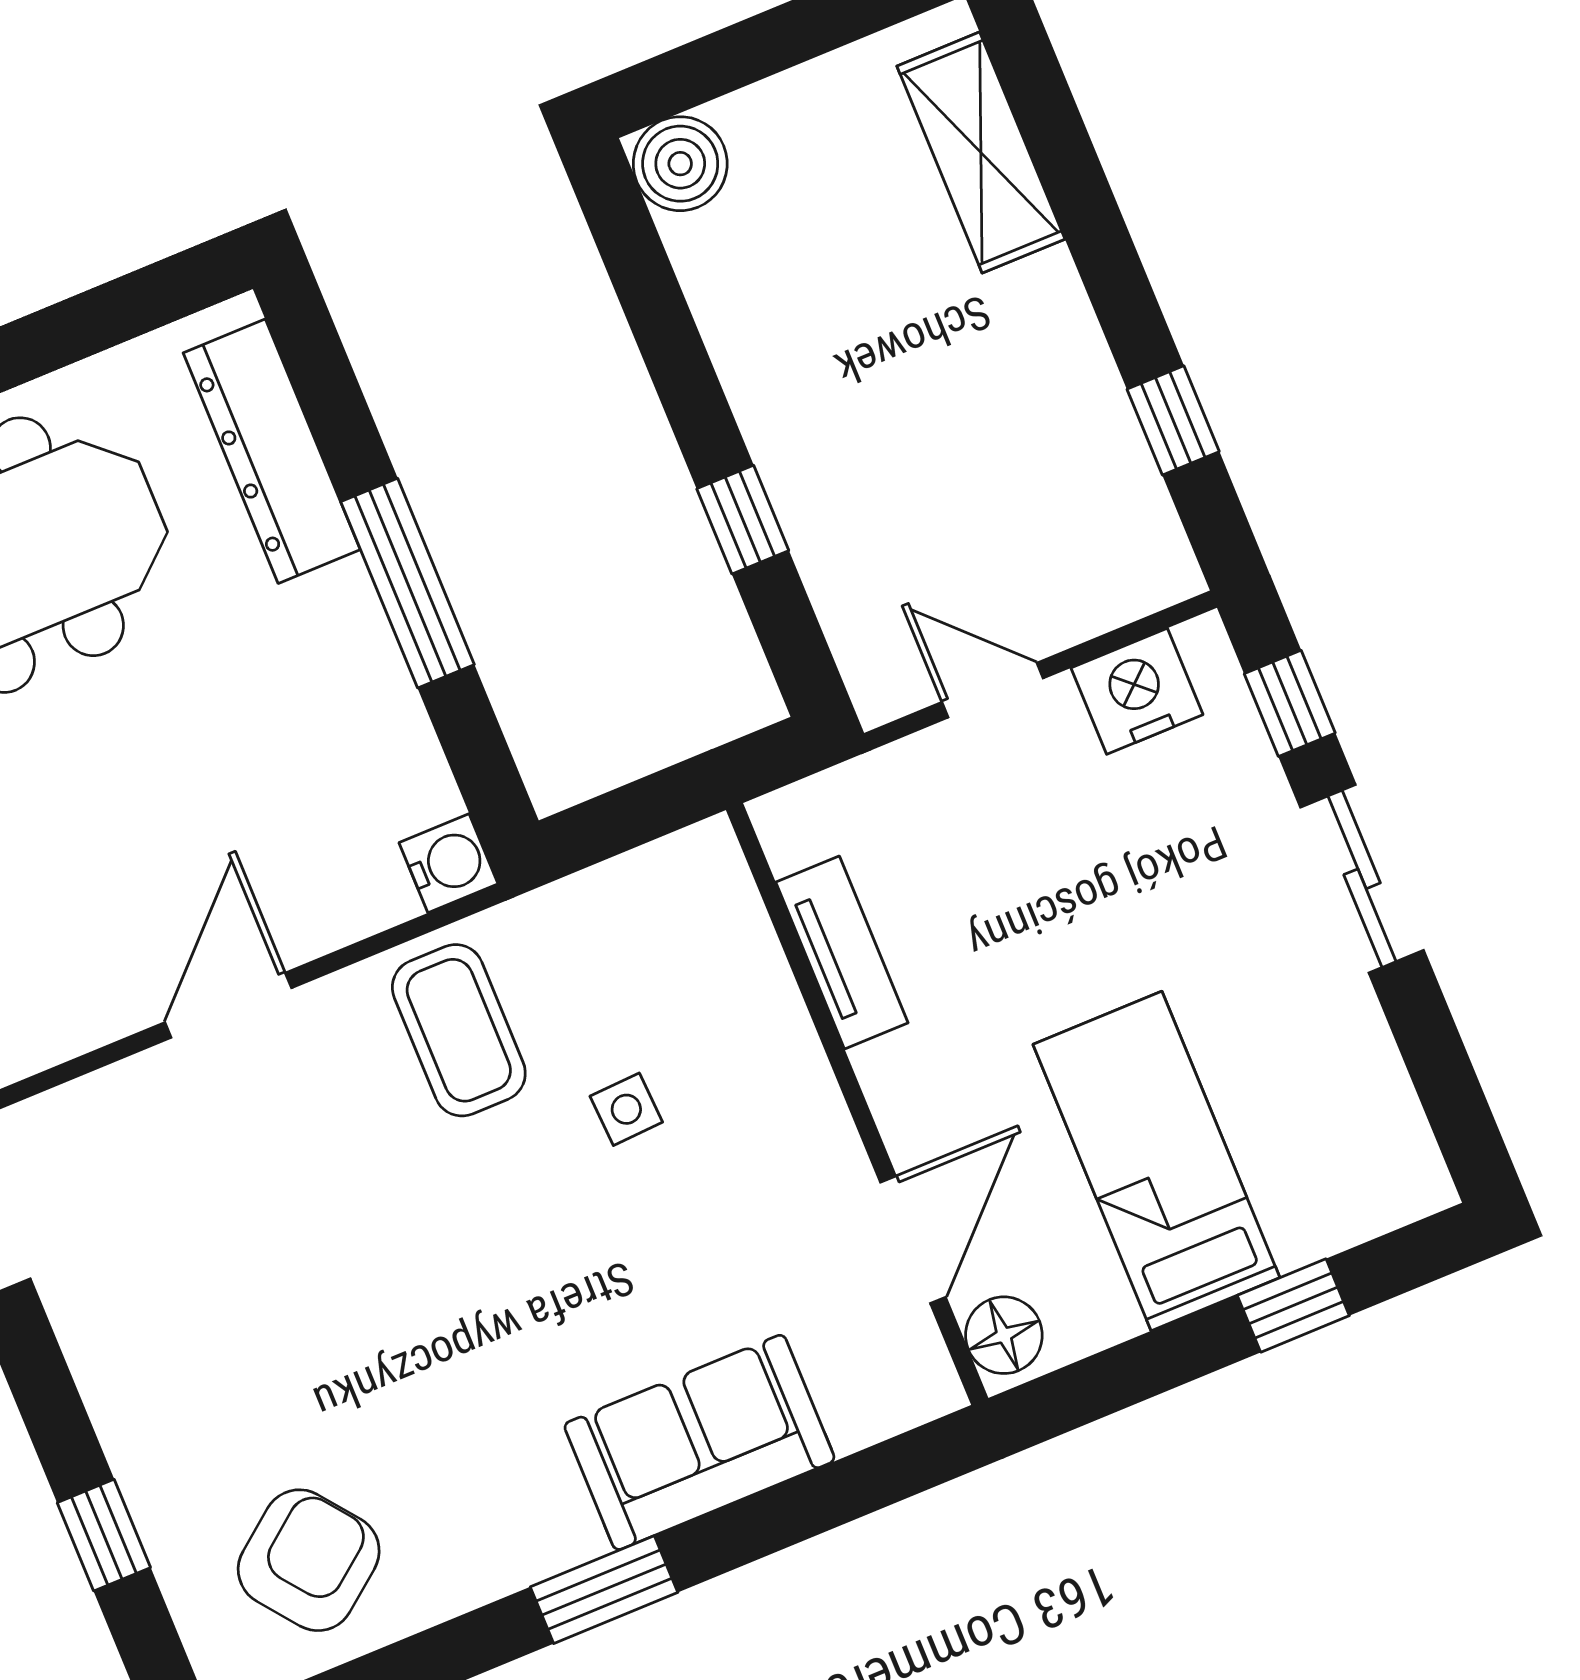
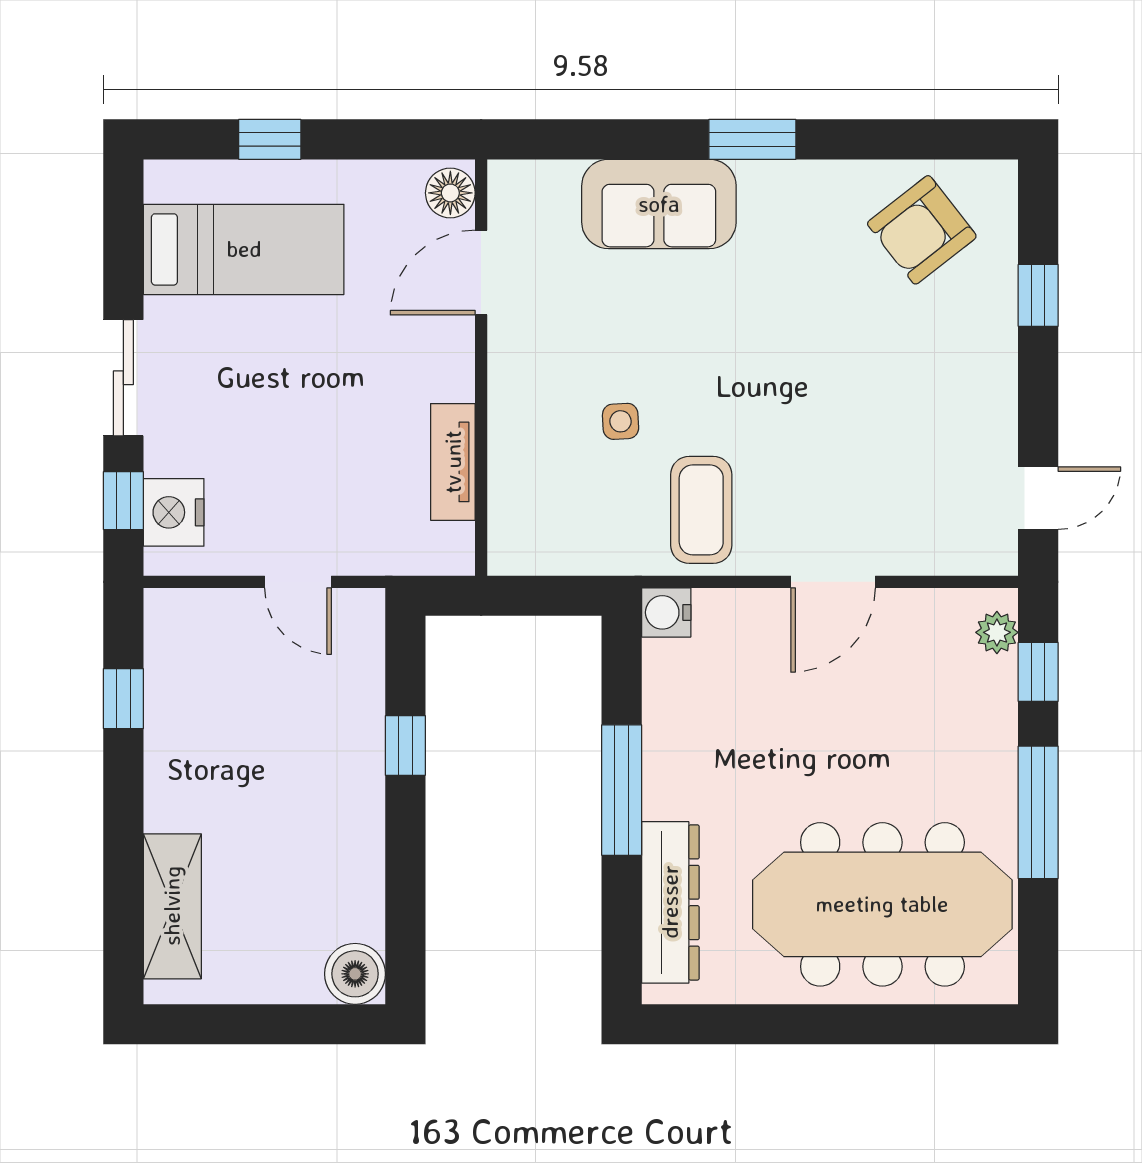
nightstand: (1137, 691) -> (174, 512), moved, turned 90
bed: (1156, 1161) -> (244, 249), moved, turned -90

